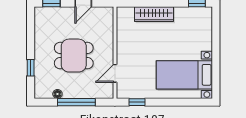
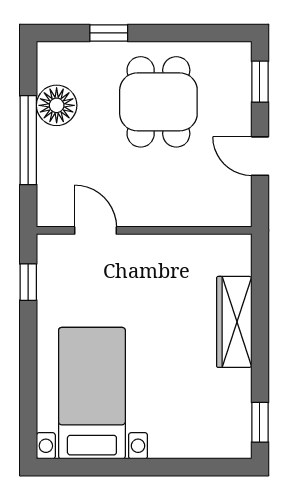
dining table: (74, 56) -> (158, 102), moved
floor lamp: (57, 94) -> (57, 105), width x1.89, depth x1.89

